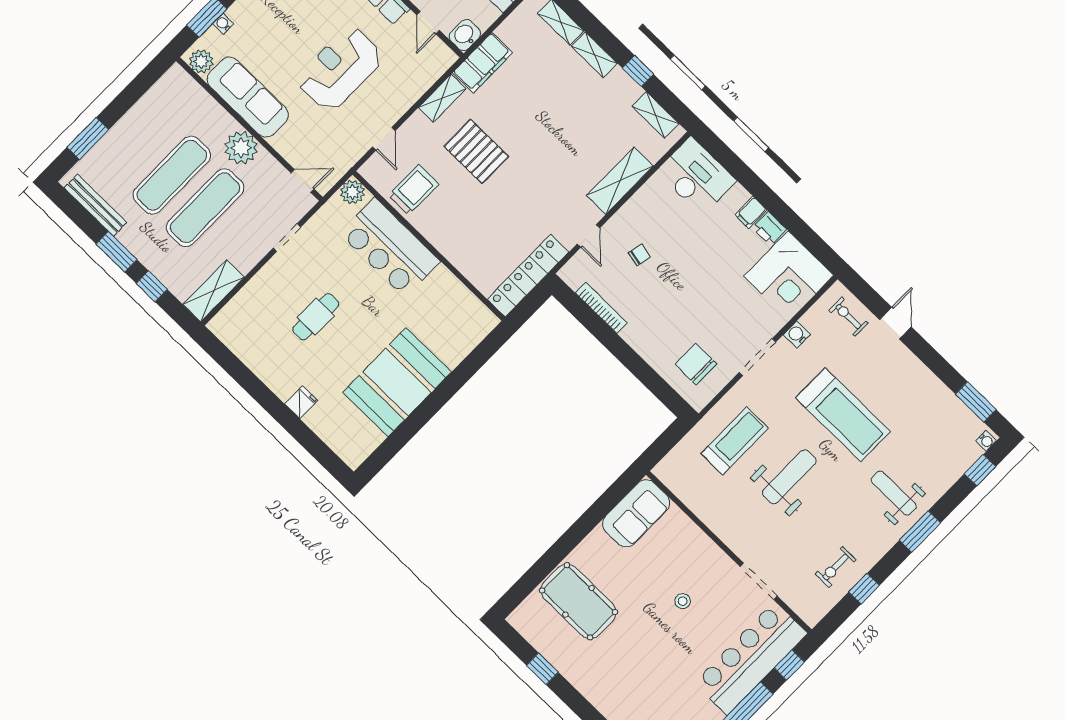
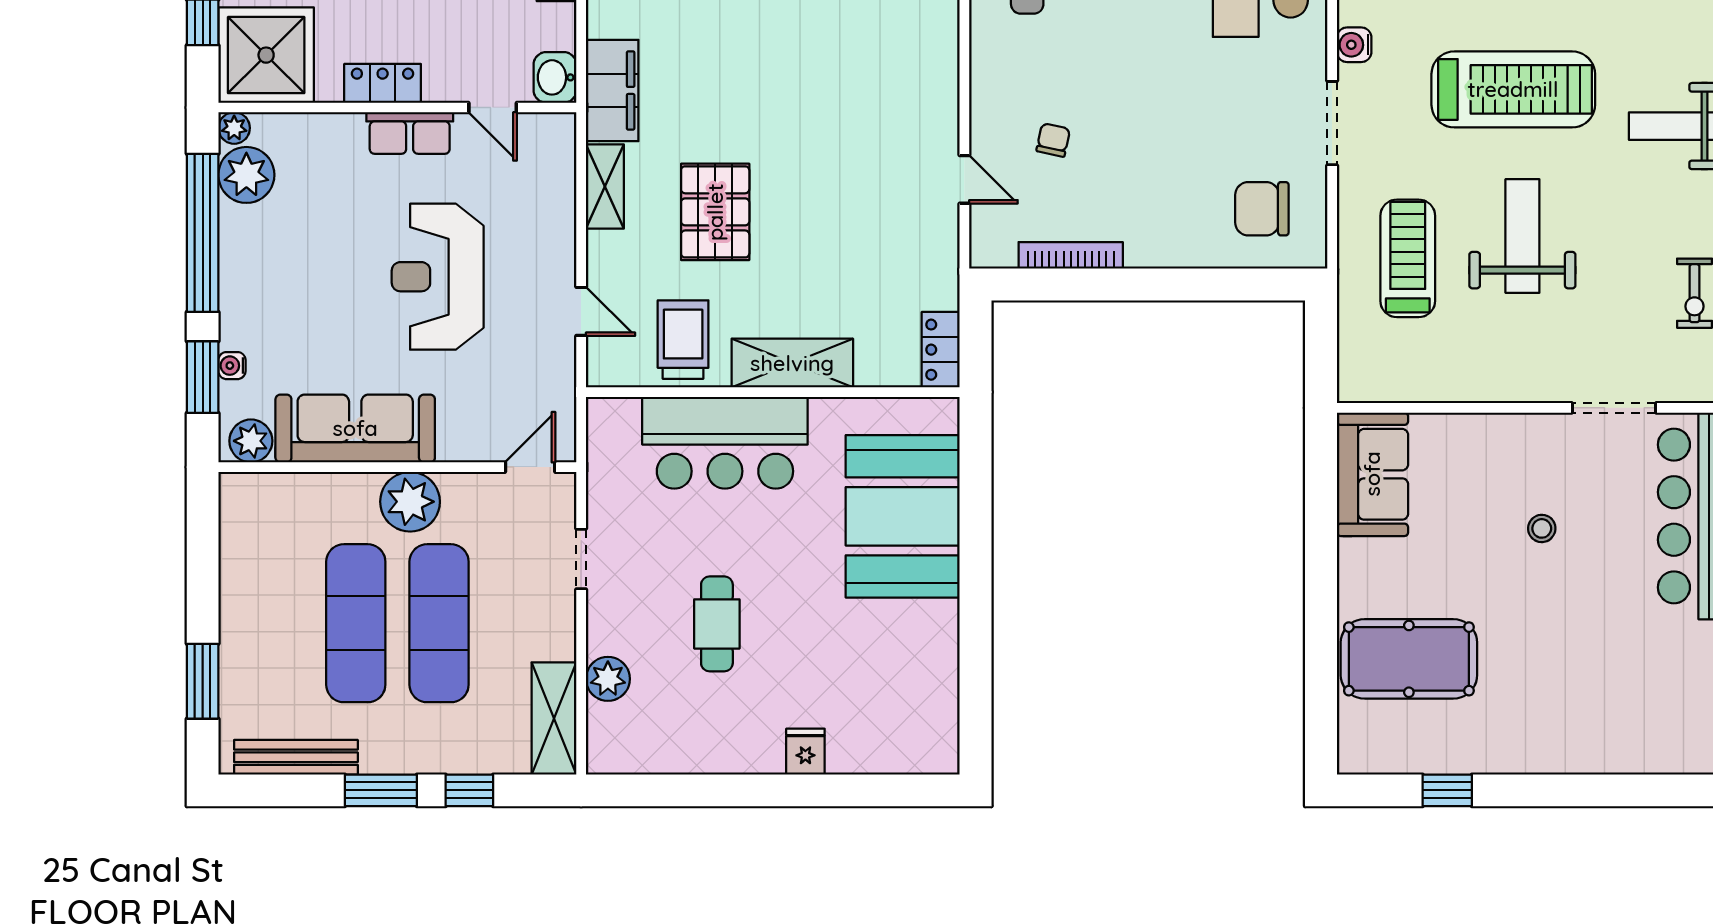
pallet: (476, 151) -> (715, 212), turned 90
shelving: (620, 181) -> (792, 363), moved, turned 90
plant: (352, 192) -> (608, 679), moved
locker: (528, 276) -> (941, 350), width x0.46, depth x0.83
booth: (397, 382) -> (903, 516), moved

